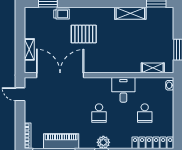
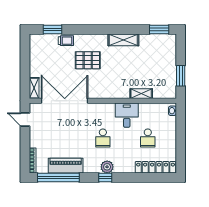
shelving: (130, 13) -> (123, 40), moved
shelving: (29, 49) -> (34, 88), moved
shelving: (153, 68) -> (141, 94), moved

